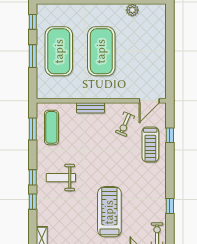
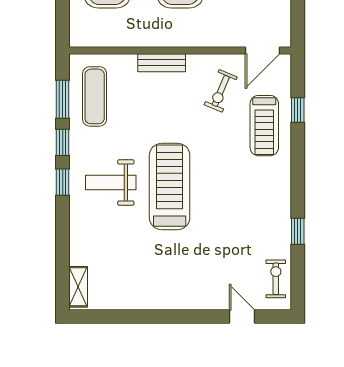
window: (33, 202) -> (63, 142), moved
treadmill: (109, 212) -> (170, 186), moved

